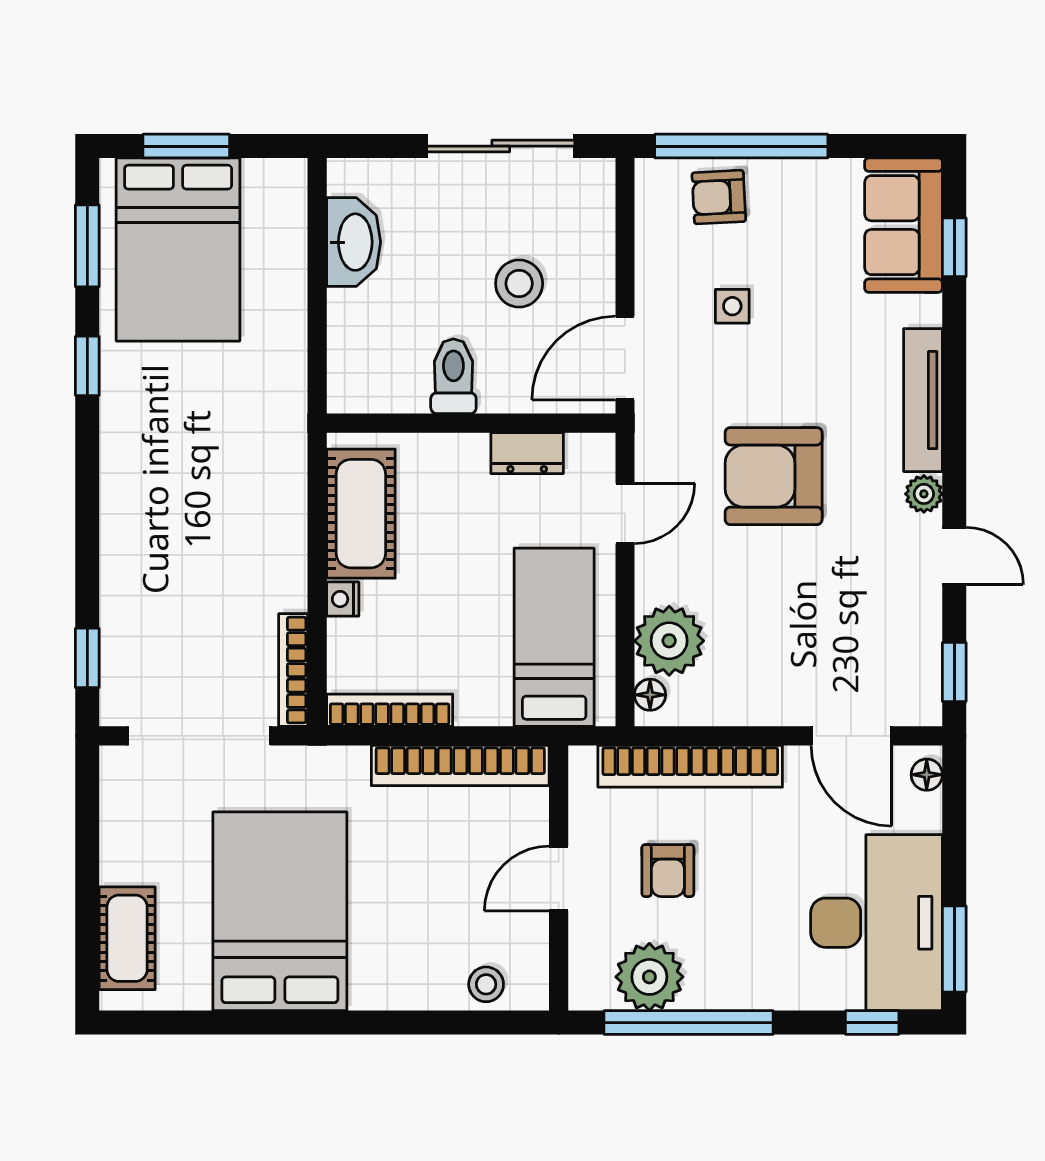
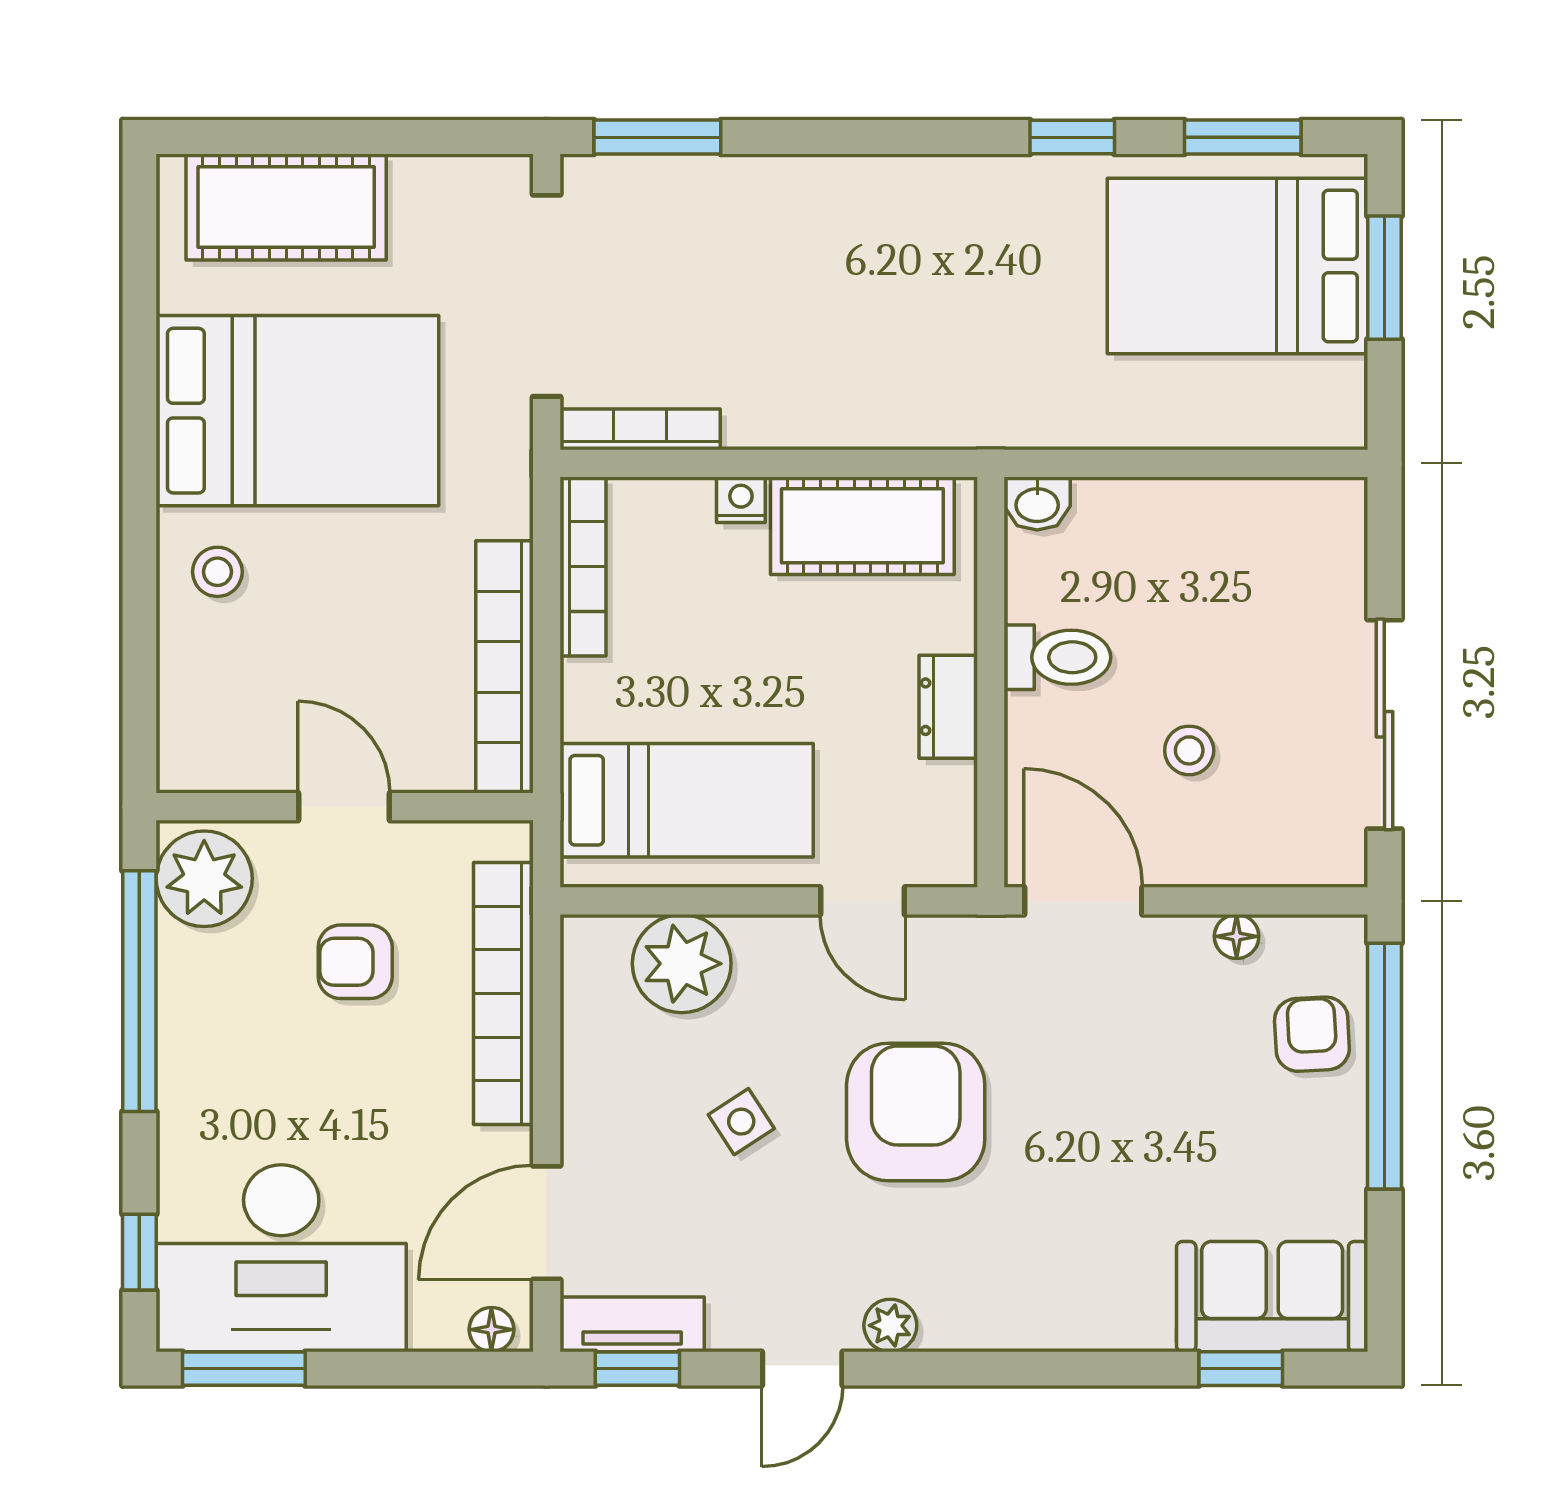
washbasin: (354, 242) -> (1037, 504), moved, width x0.52, depth x0.69
stool: (519, 284) -> (1189, 750), width x0.73, depth x0.73
side table: (732, 306) -> (741, 1122), moved, turned -33
tv unit: (923, 400) -> (632, 1324), moved, width x0.71
dresser: (527, 453) -> (948, 707), moved
window: (87, 658) -> (657, 137), width x1.50
floor lamp: (650, 695) -> (1237, 936), moved
cot: (127, 938) -> (286, 207), width x1.37, depth x1.34
plant: (649, 977) -> (204, 879), moved
stool: (486, 984) -> (217, 572), moved

